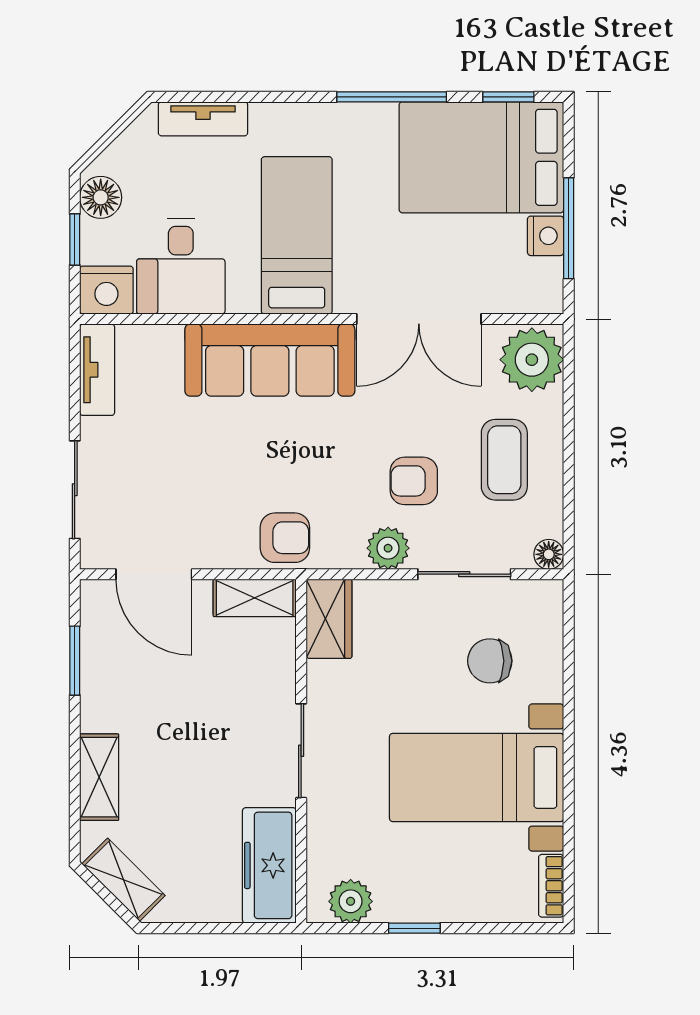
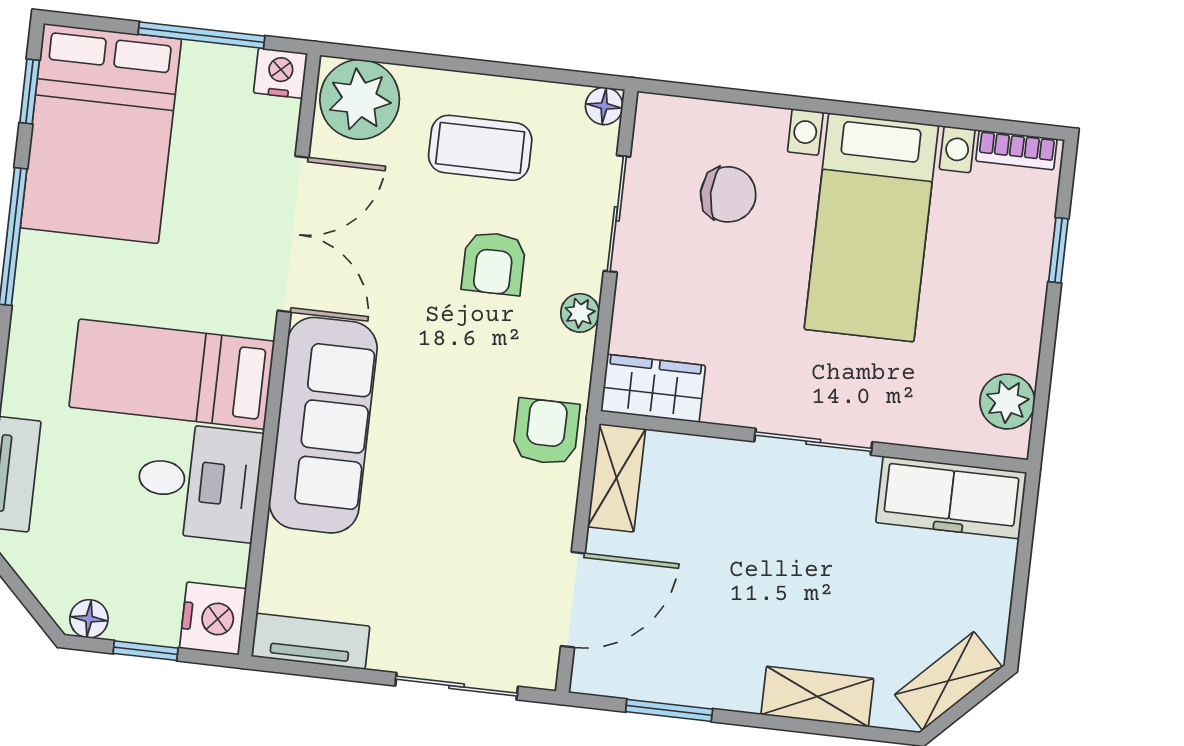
floor lamp: (101, 197) -> (89, 619), width x0.73, depth x0.73
nightstand: (546, 236) -> (280, 73), moved
desk: (181, 266) -> (199, 482), moved
plant: (388, 548) -> (580, 313), width x0.73, depth x0.73
chair: (490, 661) -> (728, 194), turned -90
window: (414, 928) -> (1058, 250), moved

